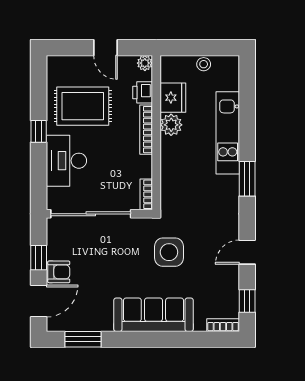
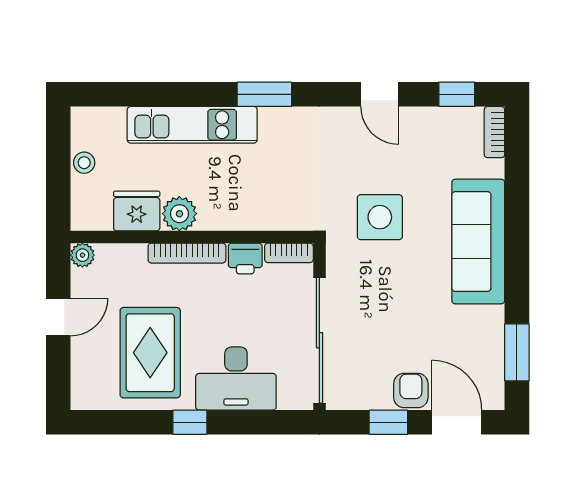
printer: (143, 92) -> (245, 258), moved

